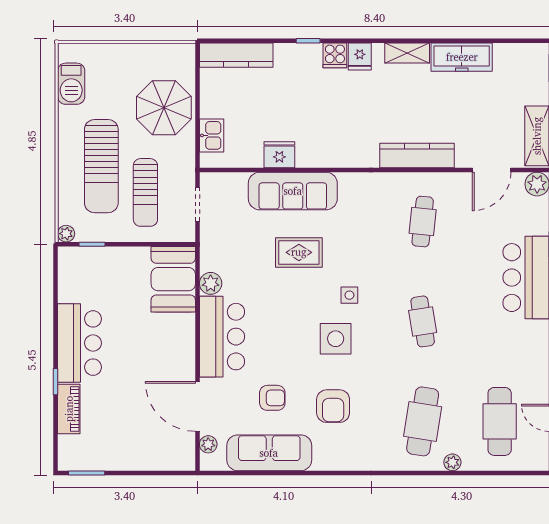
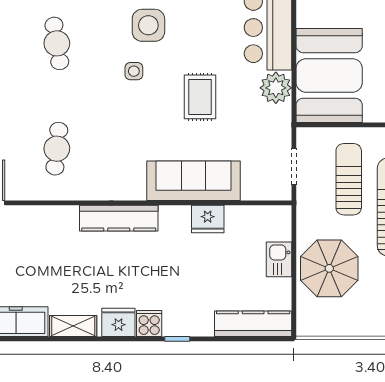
fridge: (360, 57) -> (118, 322), width x1.38
kitchen sink: (212, 135) -> (279, 259), moved
kitchen counter: (417, 156) -> (119, 218), moved
rug: (299, 252) -> (200, 97), moved, turned 90
booth: (173, 279) -> (329, 75), width x1.36, depth x1.42
plant: (211, 283) -> (276, 88), width x1.36, depth x1.36

